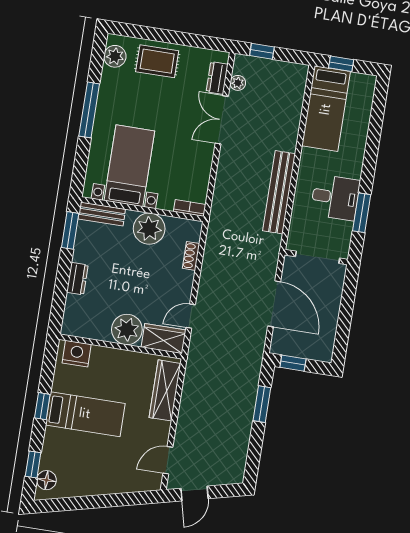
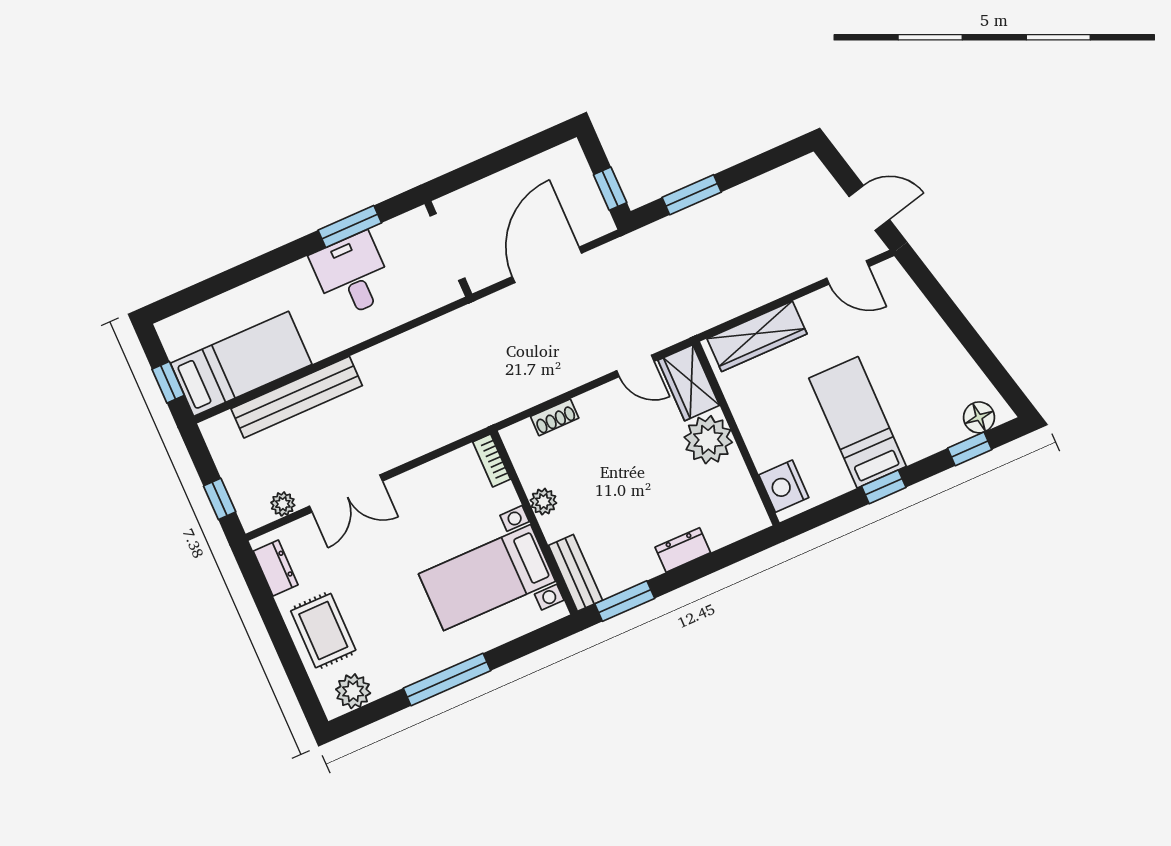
dresser: (217, 78) -> (276, 568), moved, turned -90
bench: (279, 192) -> (297, 397), moved
plant: (149, 229) -> (543, 502), width x0.53, depth x0.53

